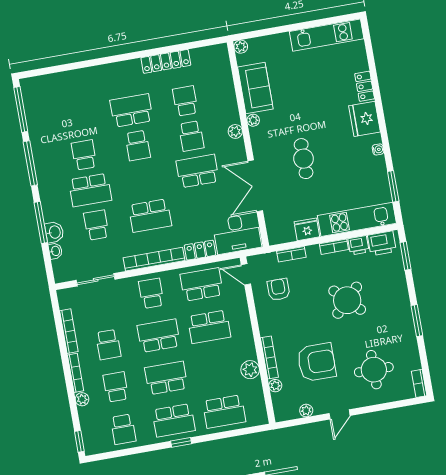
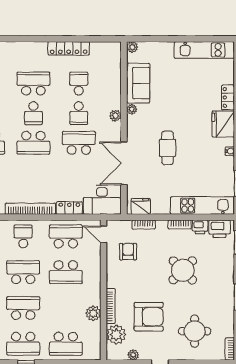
school desk: (150, 216) -> (33, 143), moved
fridge: (307, 229) -> (141, 206), moved
plant: (275, 386) -> (116, 335), width x1.87, depth x1.87

